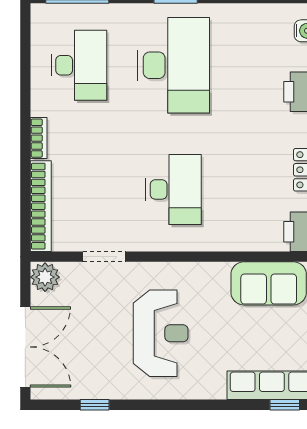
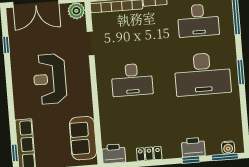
reception desk: (161, 333) -> (50, 79), turned 90

